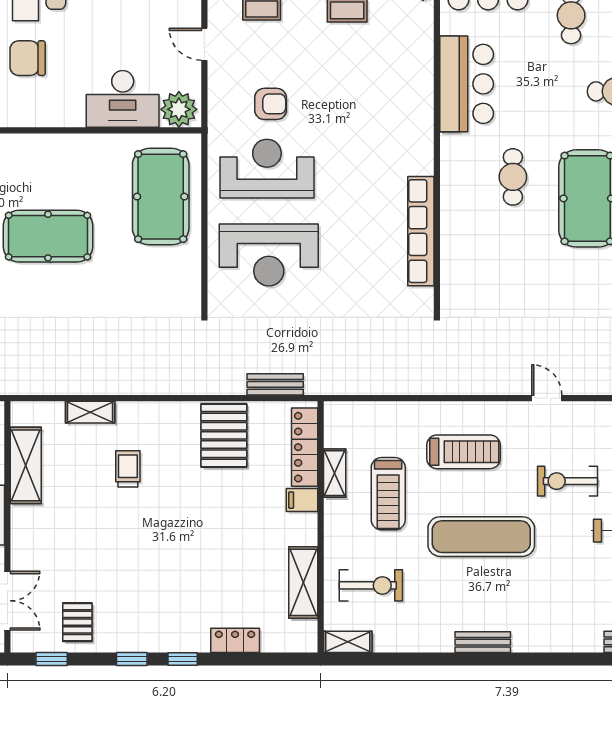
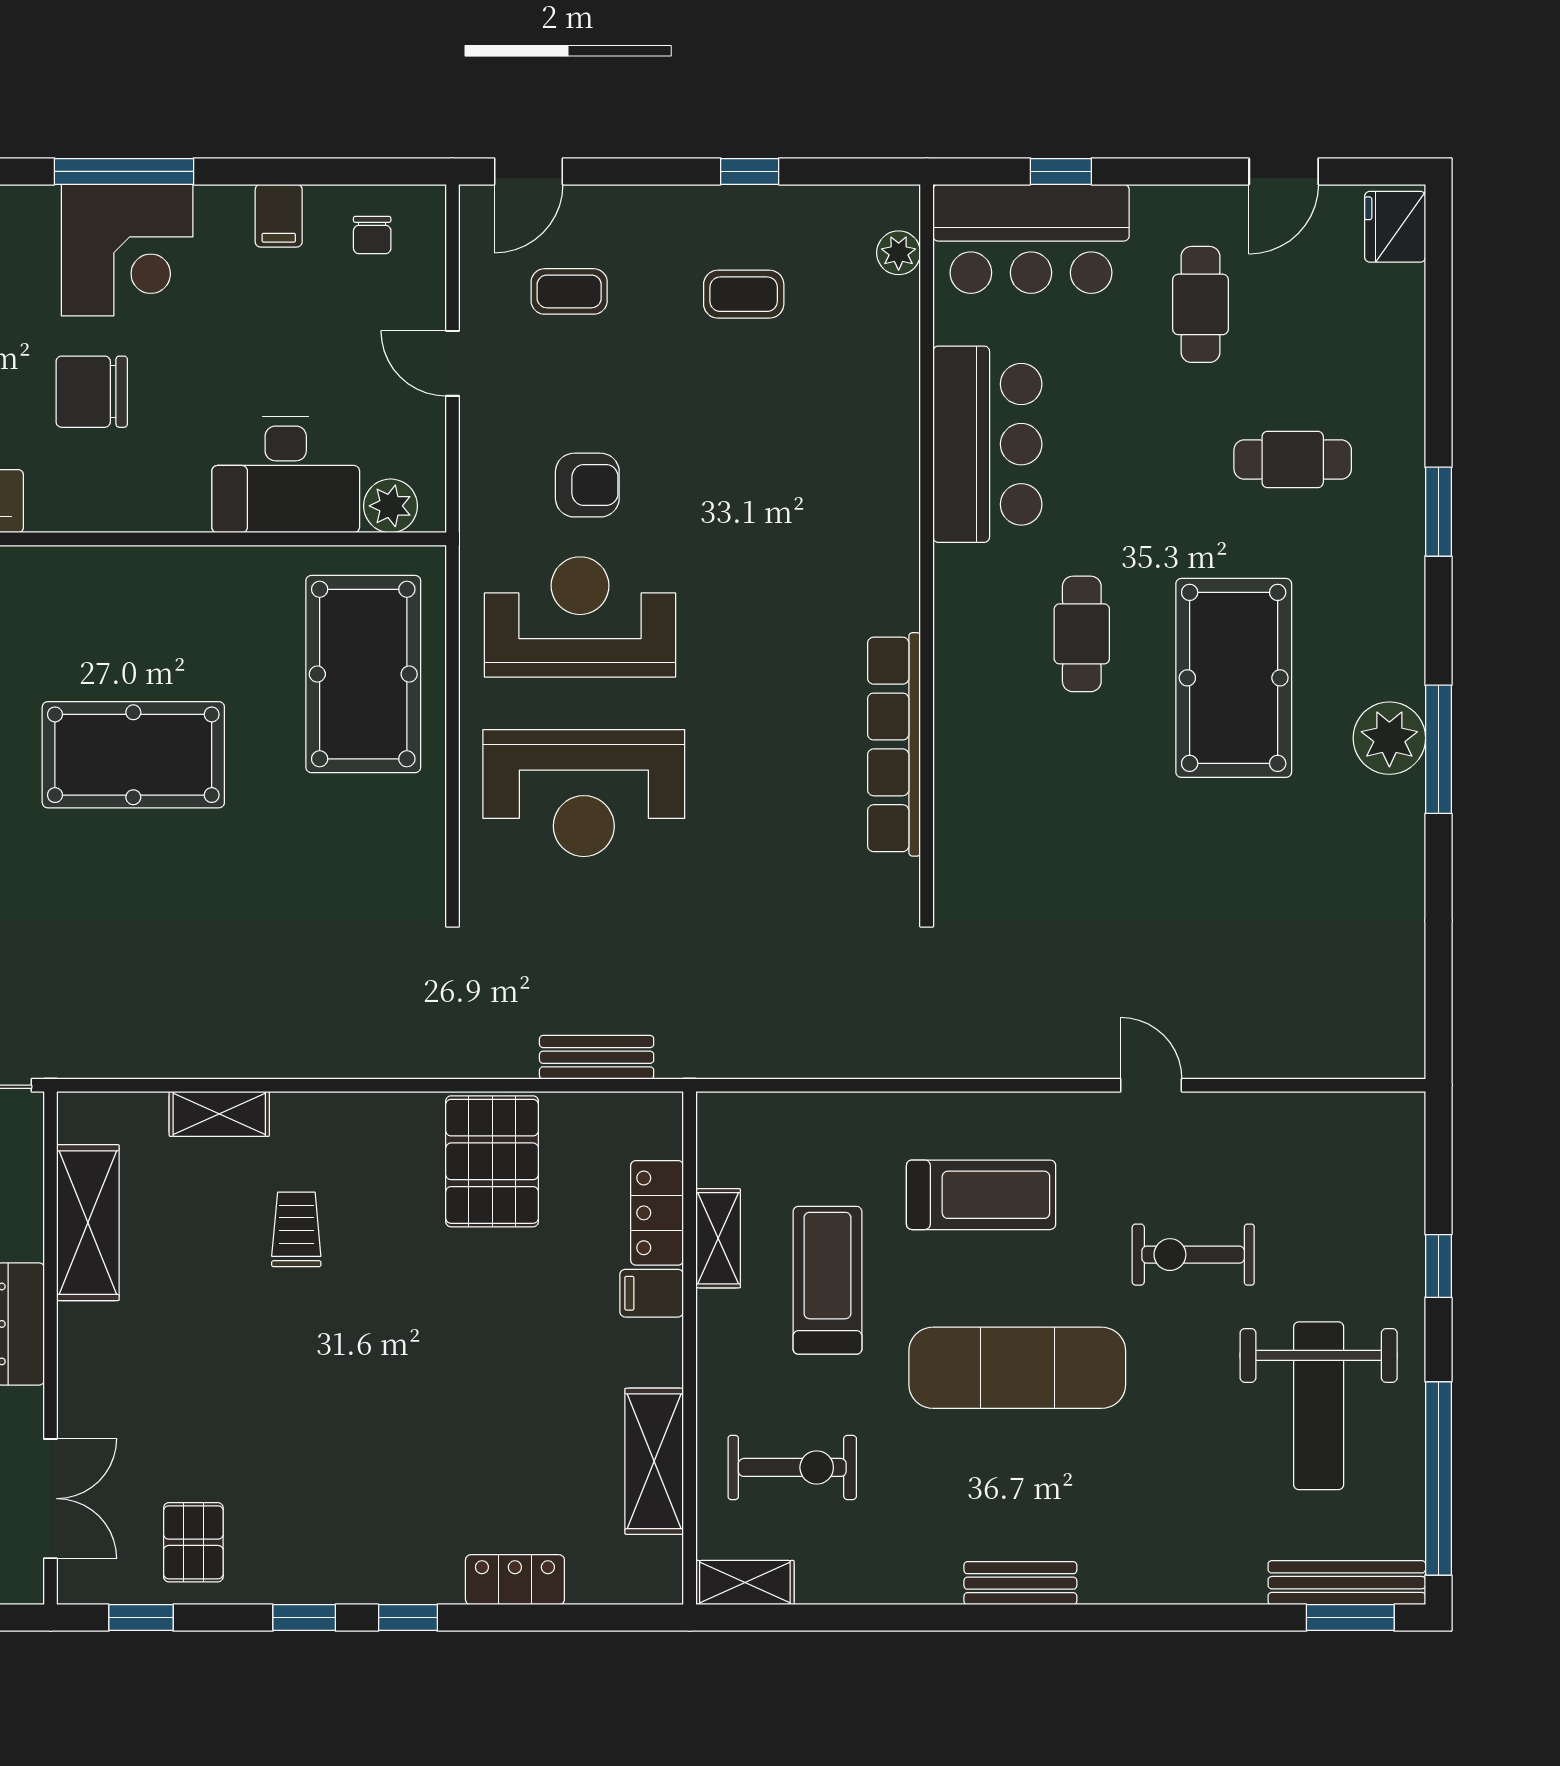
plant: (179, 109) -> (391, 506), width x0.73, depth x0.73
locker: (305, 447) -> (657, 1213), width x0.66
treadmill: (388, 494) -> (827, 1280), turned 180

